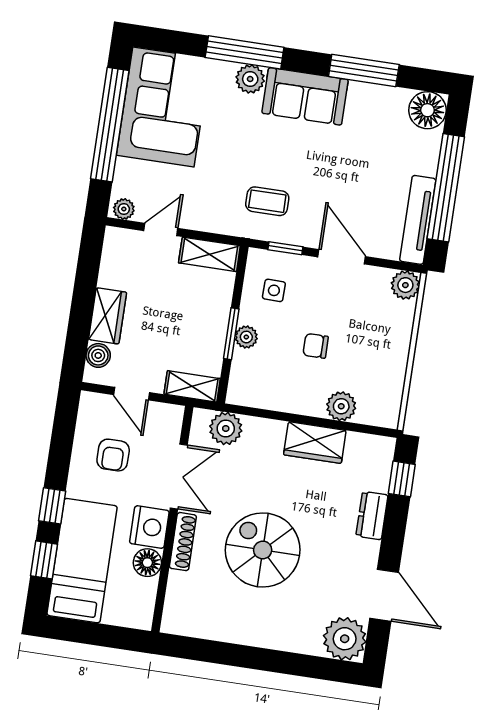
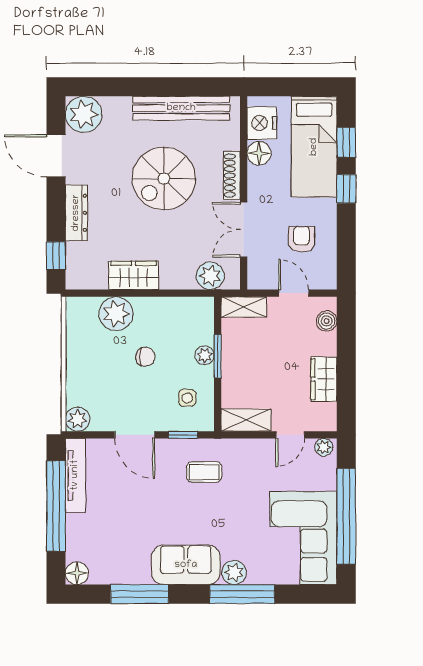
floor lamp: (427, 110) -> (77, 573), width x0.73, depth x0.73
wardrobe: (108, 316) -> (324, 379), moved
plant: (341, 406) -> (116, 314), width x1.36, depth x1.36
dresser: (372, 516) -> (76, 213), width x1.44
nightstand: (149, 527) -> (262, 123), moved
spiral stairs: (263, 550) -> (164, 178), turned 90
bench: (230, 629) -> (181, 108), added

